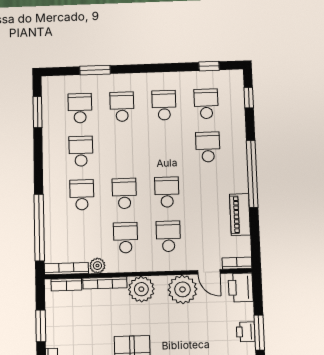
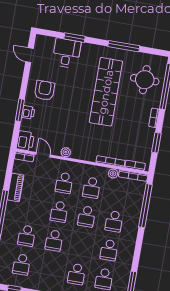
school desk: (164, 105) -> (54, 240), moved
plant: (141, 289) -> (88, 153), removed
plant: (183, 289) -> (66, 152), width x0.53, depth x0.53

